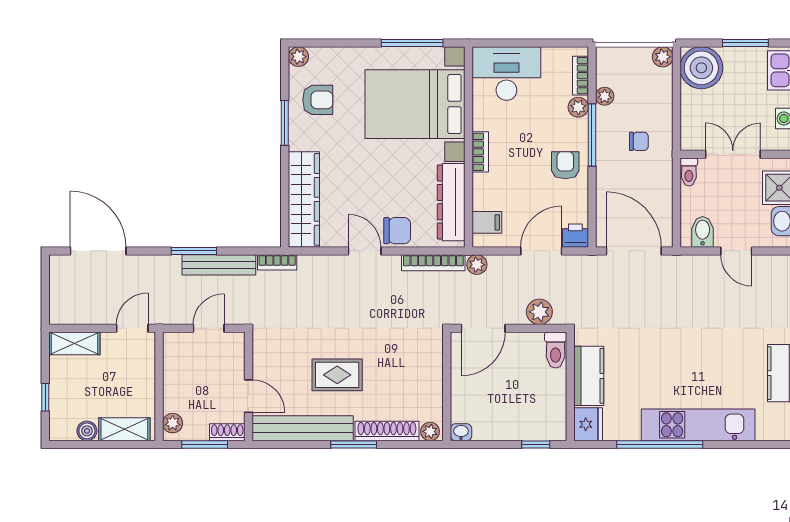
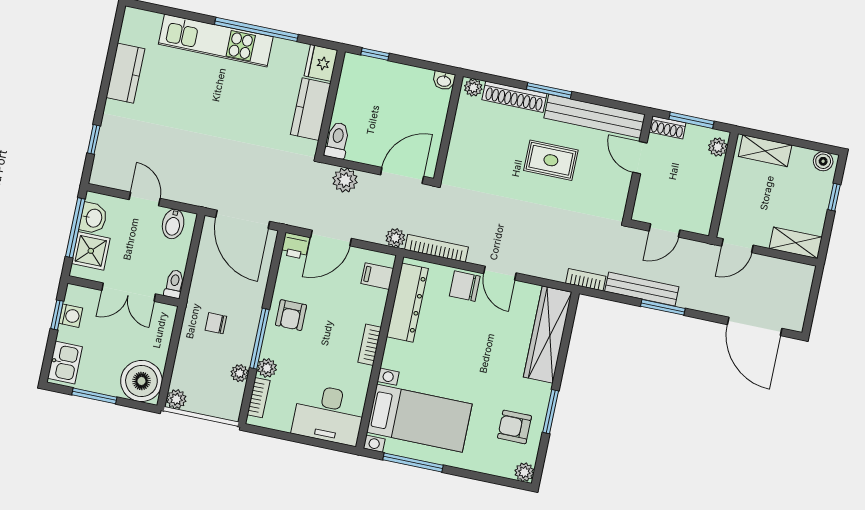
bed with nightstands: (415, 104) -> (419, 418), width x0.73
boiler: (87, 431) -> (823, 161), moved

